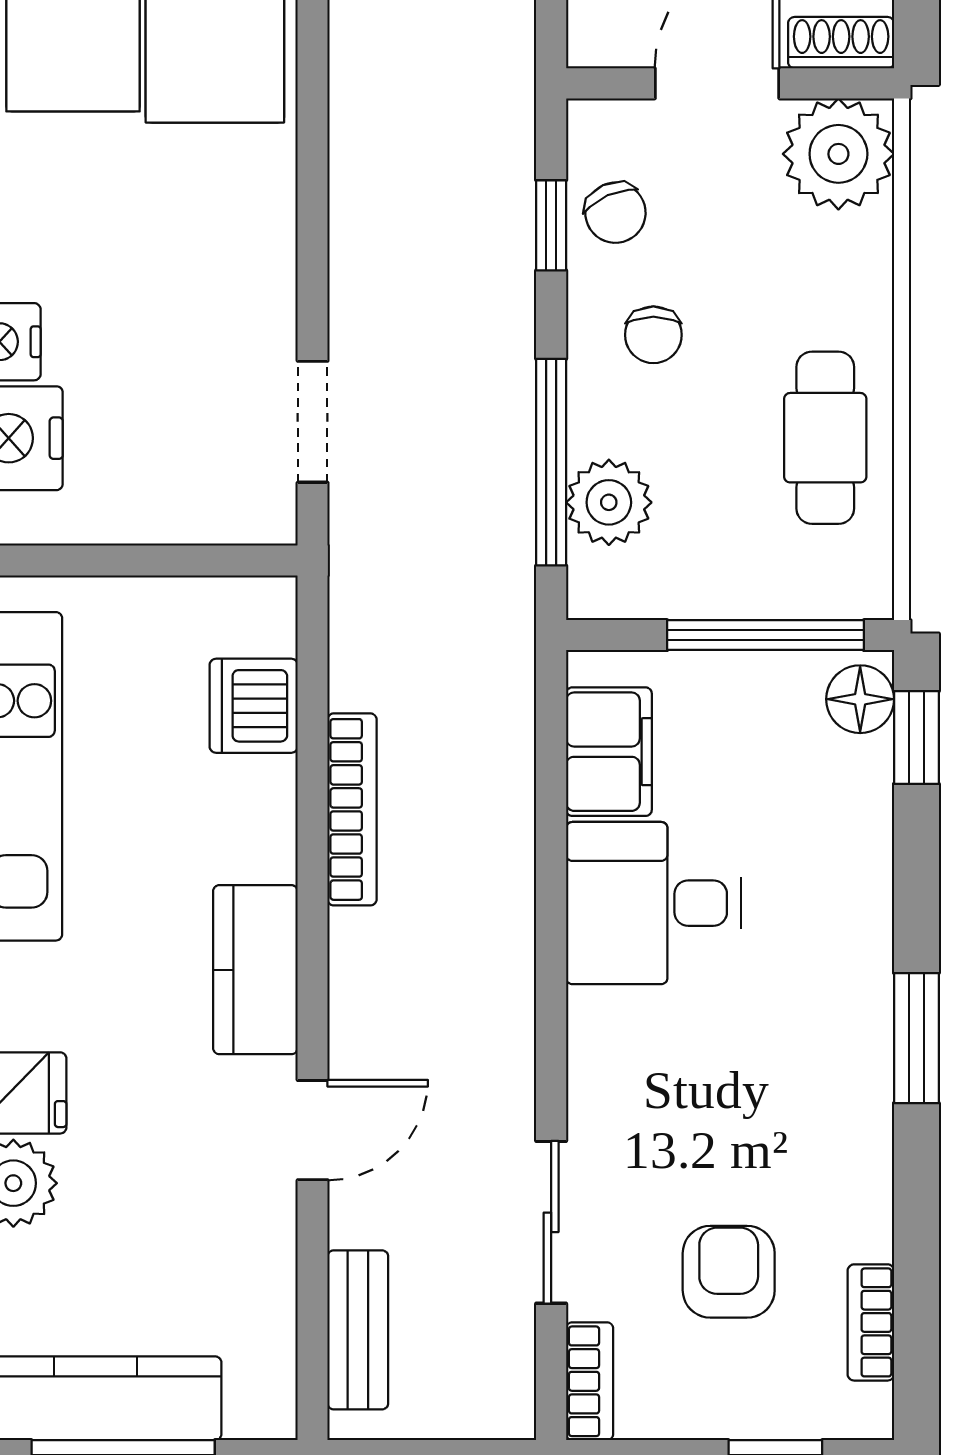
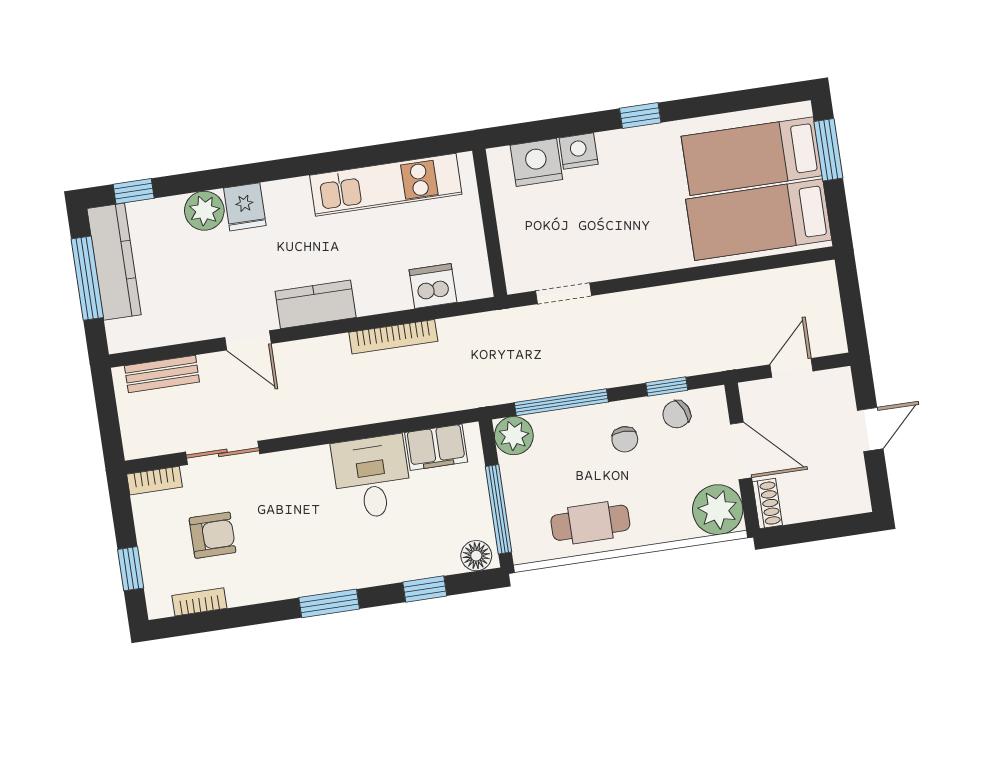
chair: (653, 335) -> (625, 439), turned -90
plant: (609, 502) -> (514, 436), moved
window: (916, 738) -> (425, 589), moved

